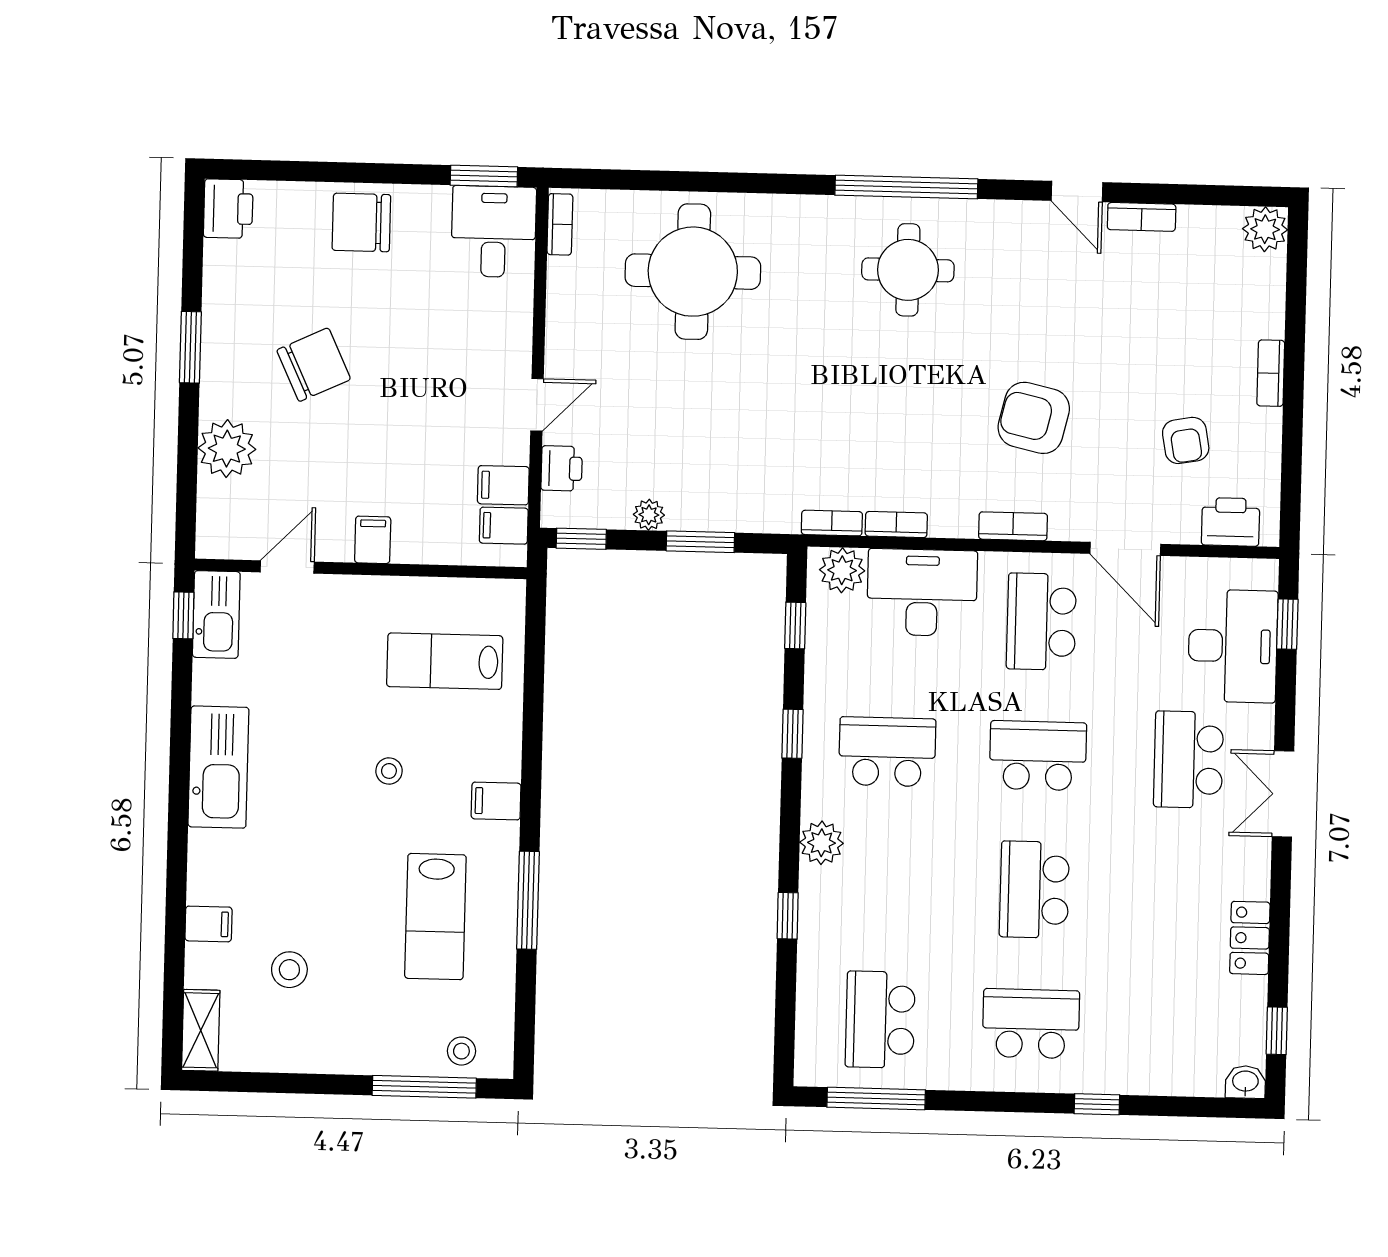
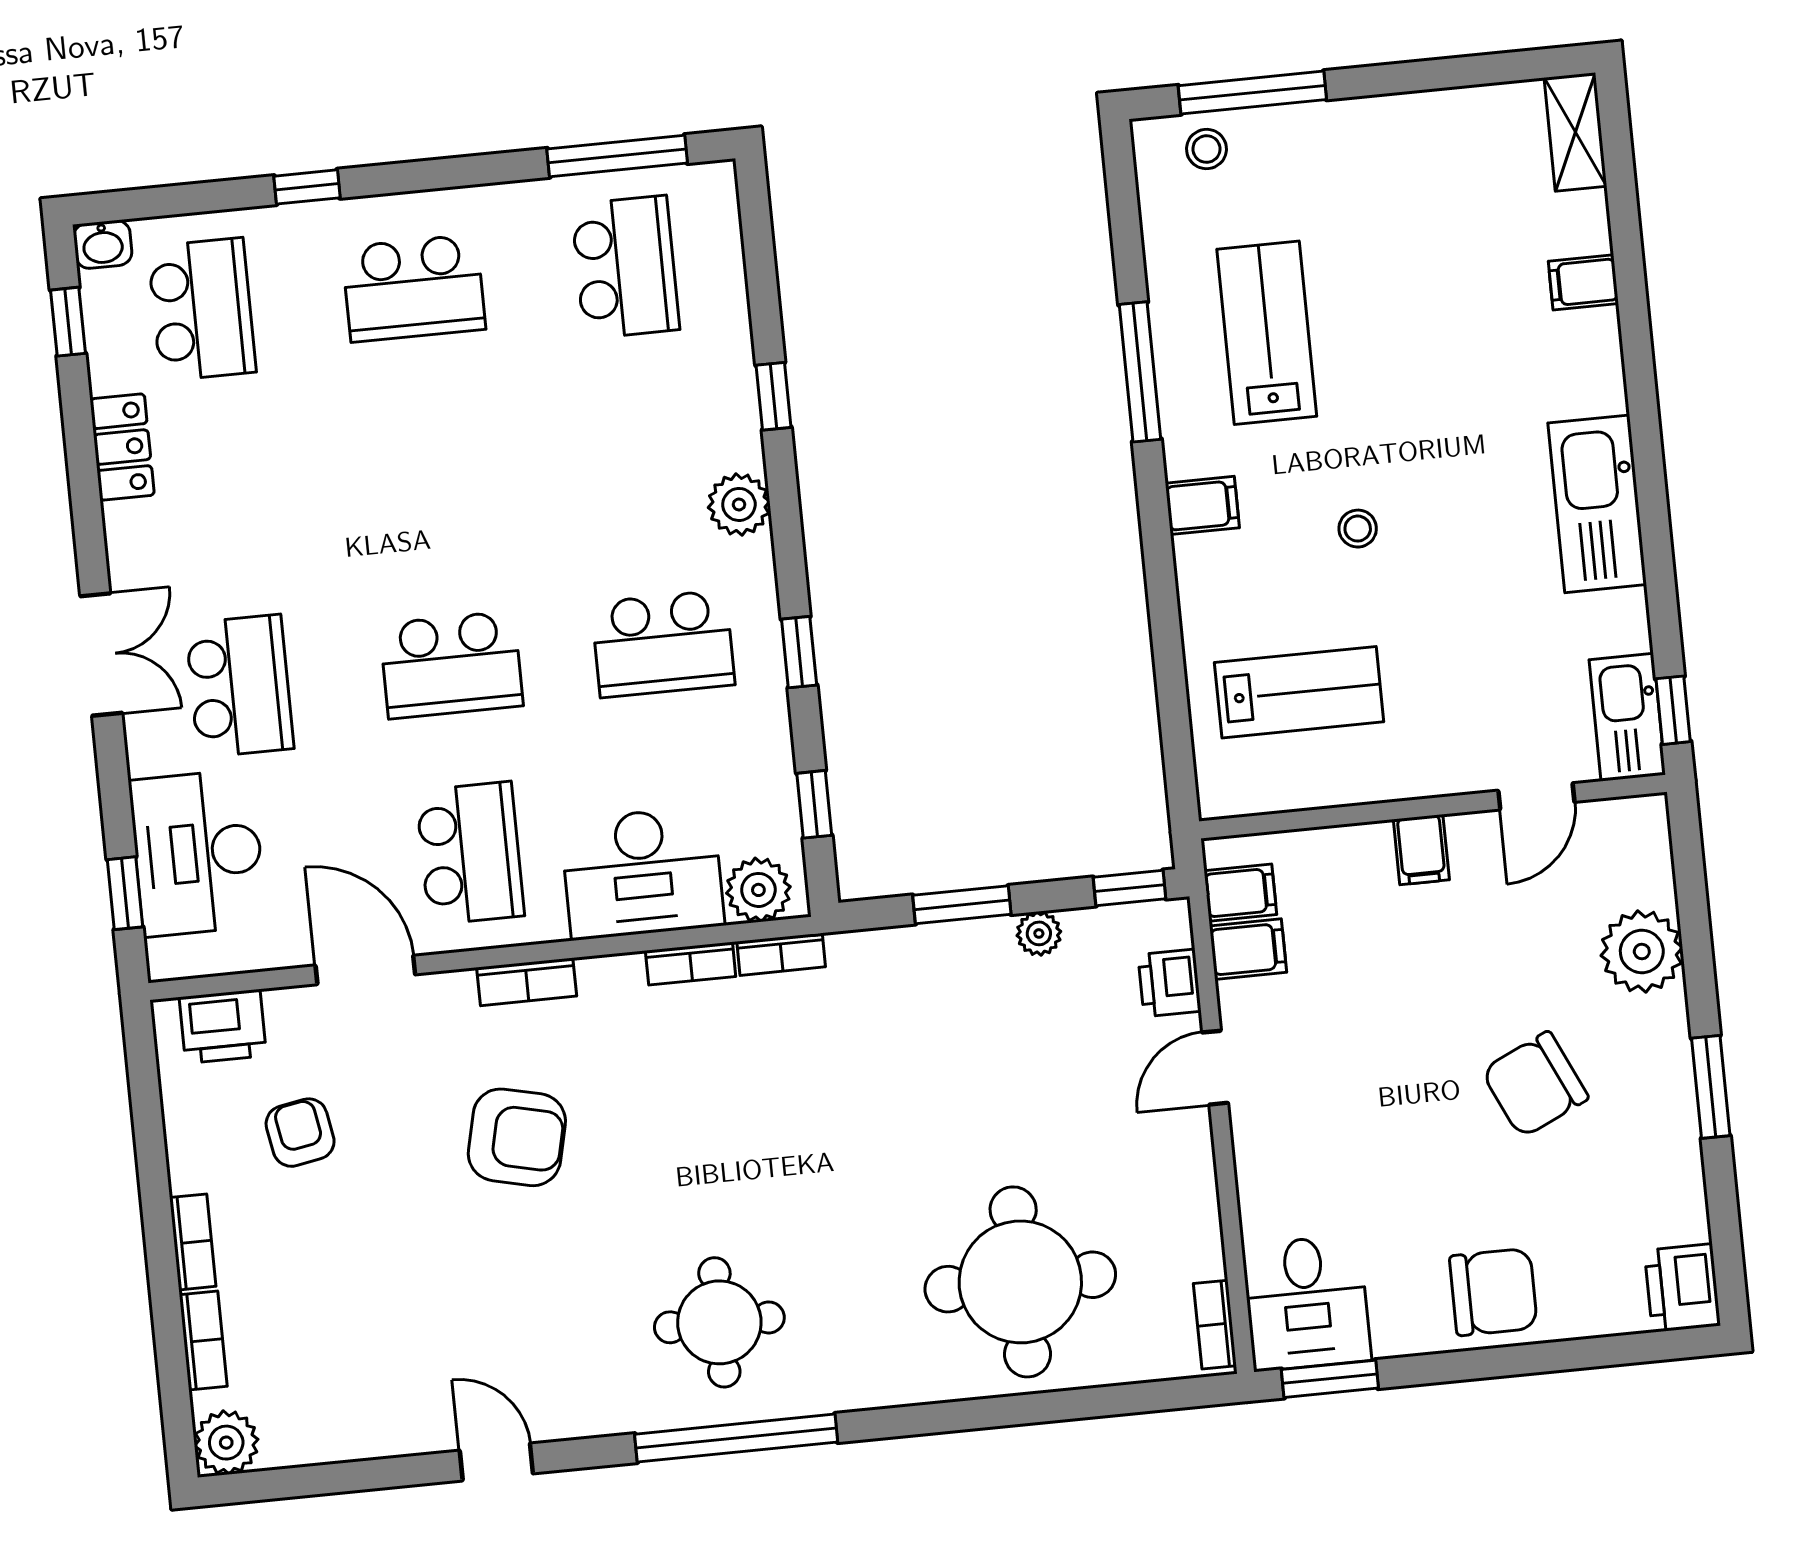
bookcase: (1142, 217) -> (203, 1340), moved, turned 90
school desk: (1034, 890) -> (202, 309), moved
stool: (289, 970) -> (1462, 233), removed

